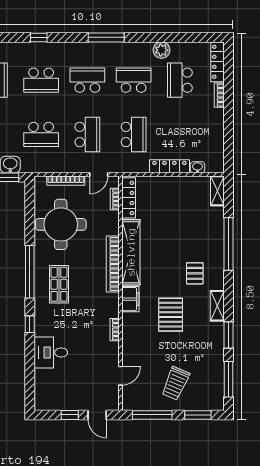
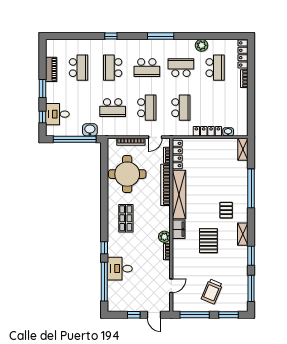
school desk: (41, 80) -> (113, 68), turned 90
school desk: (87, 80) -> (147, 68), turned 180
school desk: (180, 80) -> (215, 68), turned 180
bookcase: (113, 264) -> (165, 185), moved
window: (30, 272) -> (104, 282), moved
plant: (111, 309) -> (164, 237), added

